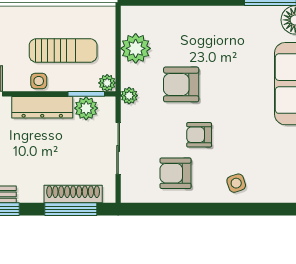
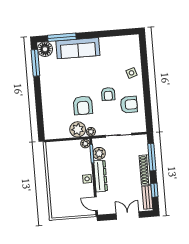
plant: (136, 48) -> (78, 129), moved
sun lounger: (63, 50) -> (70, 168), removed
armchair: (176, 173) -> (129, 105), turned -90
shoe rack: (73, 194) -> (145, 170), moved

